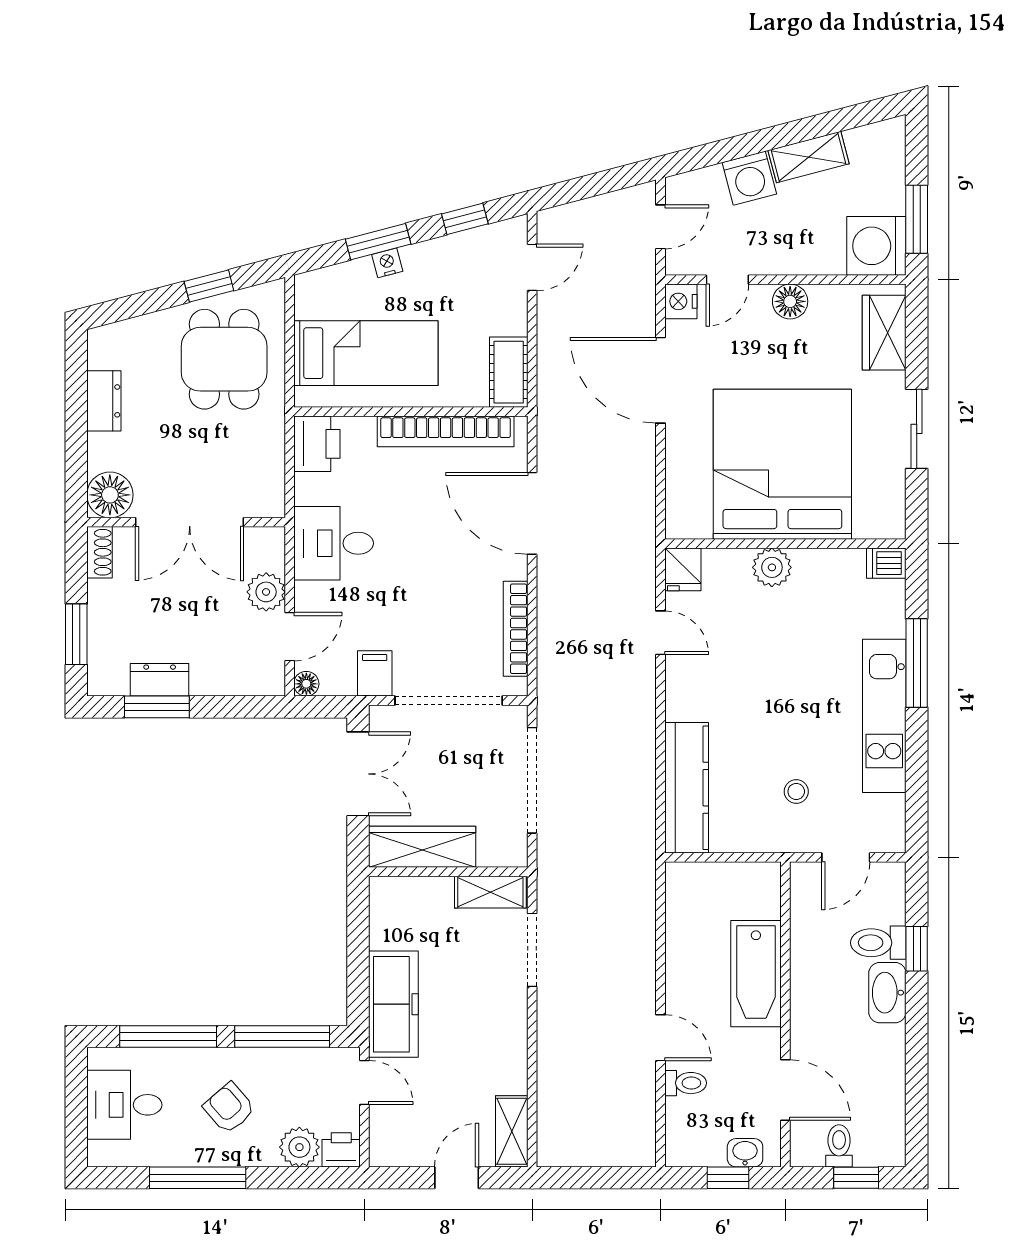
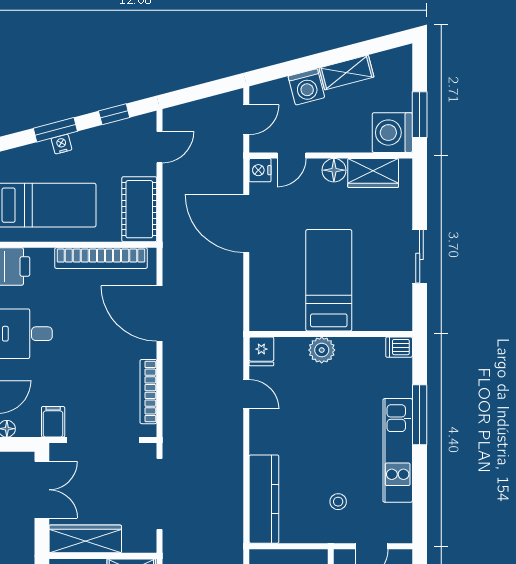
wardrobe: (884, 333) -> (373, 173), moved, turned -90
cot: (509, 372) -> (139, 209), width x1.37, depth x1.34
bed: (782, 464) -> (329, 280), width x0.49

